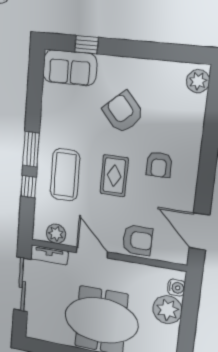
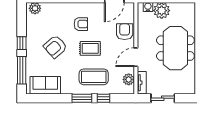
window: (86, 45) -> (22, 70), width x2.17
window: (135, 49) -> (22, 43), added
sofa: (70, 68) -> (45, 85), moved, turned -90
sliding door: (22, 285) -> (163, 98), width x0.73

